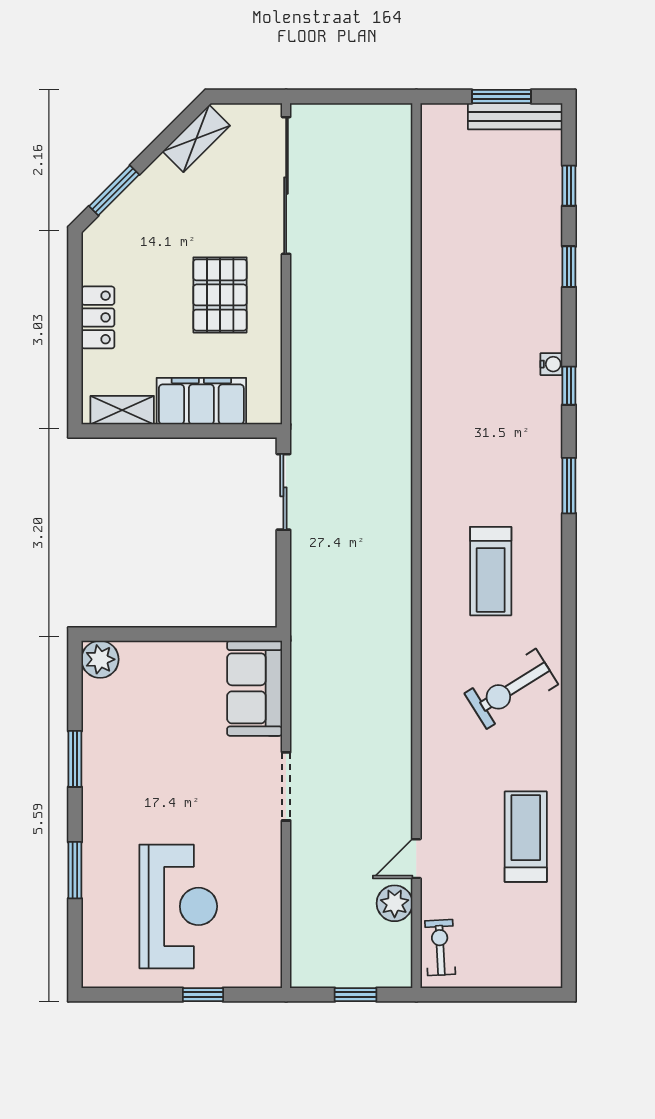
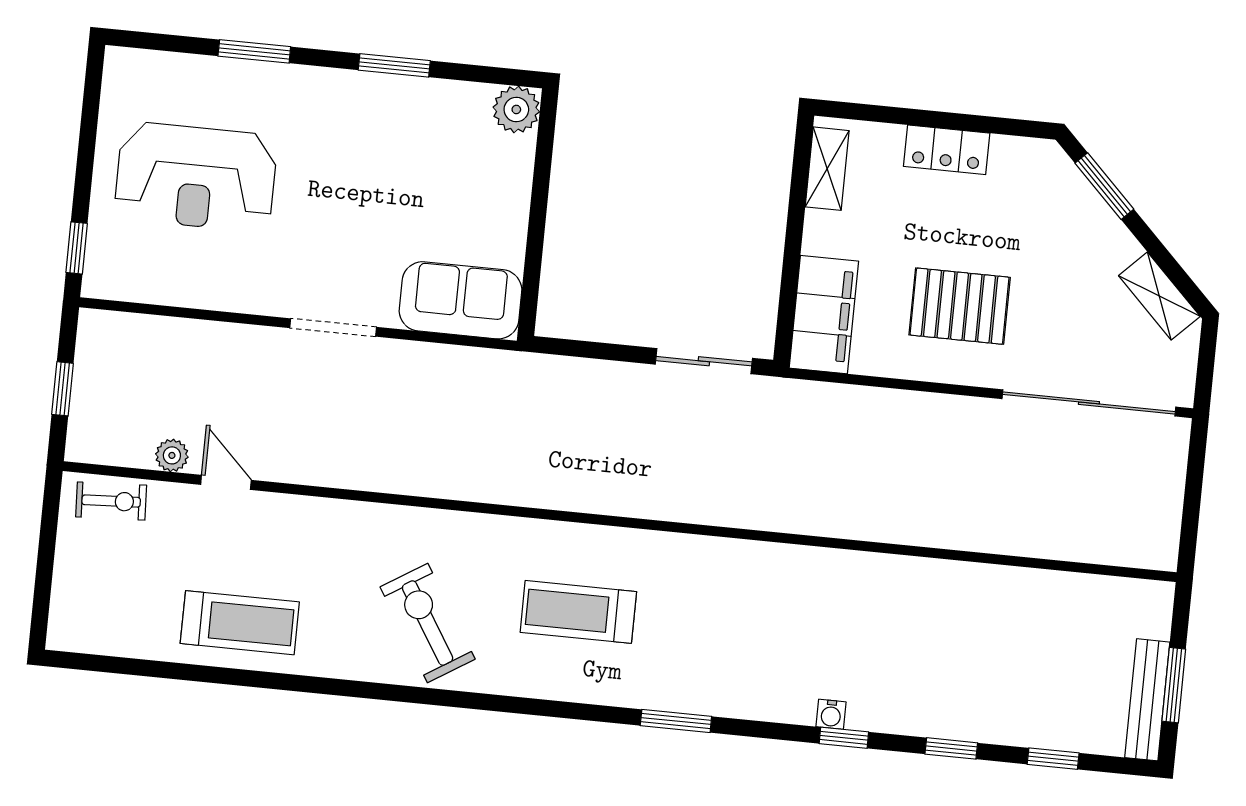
window: (569, 386) -> (844, 738), moved
filing cabinet: (201, 401) -> (824, 315), moved
plant: (395, 903) -> (172, 455), width x0.73, depth x0.73
window: (203, 995) -> (77, 248), moved

